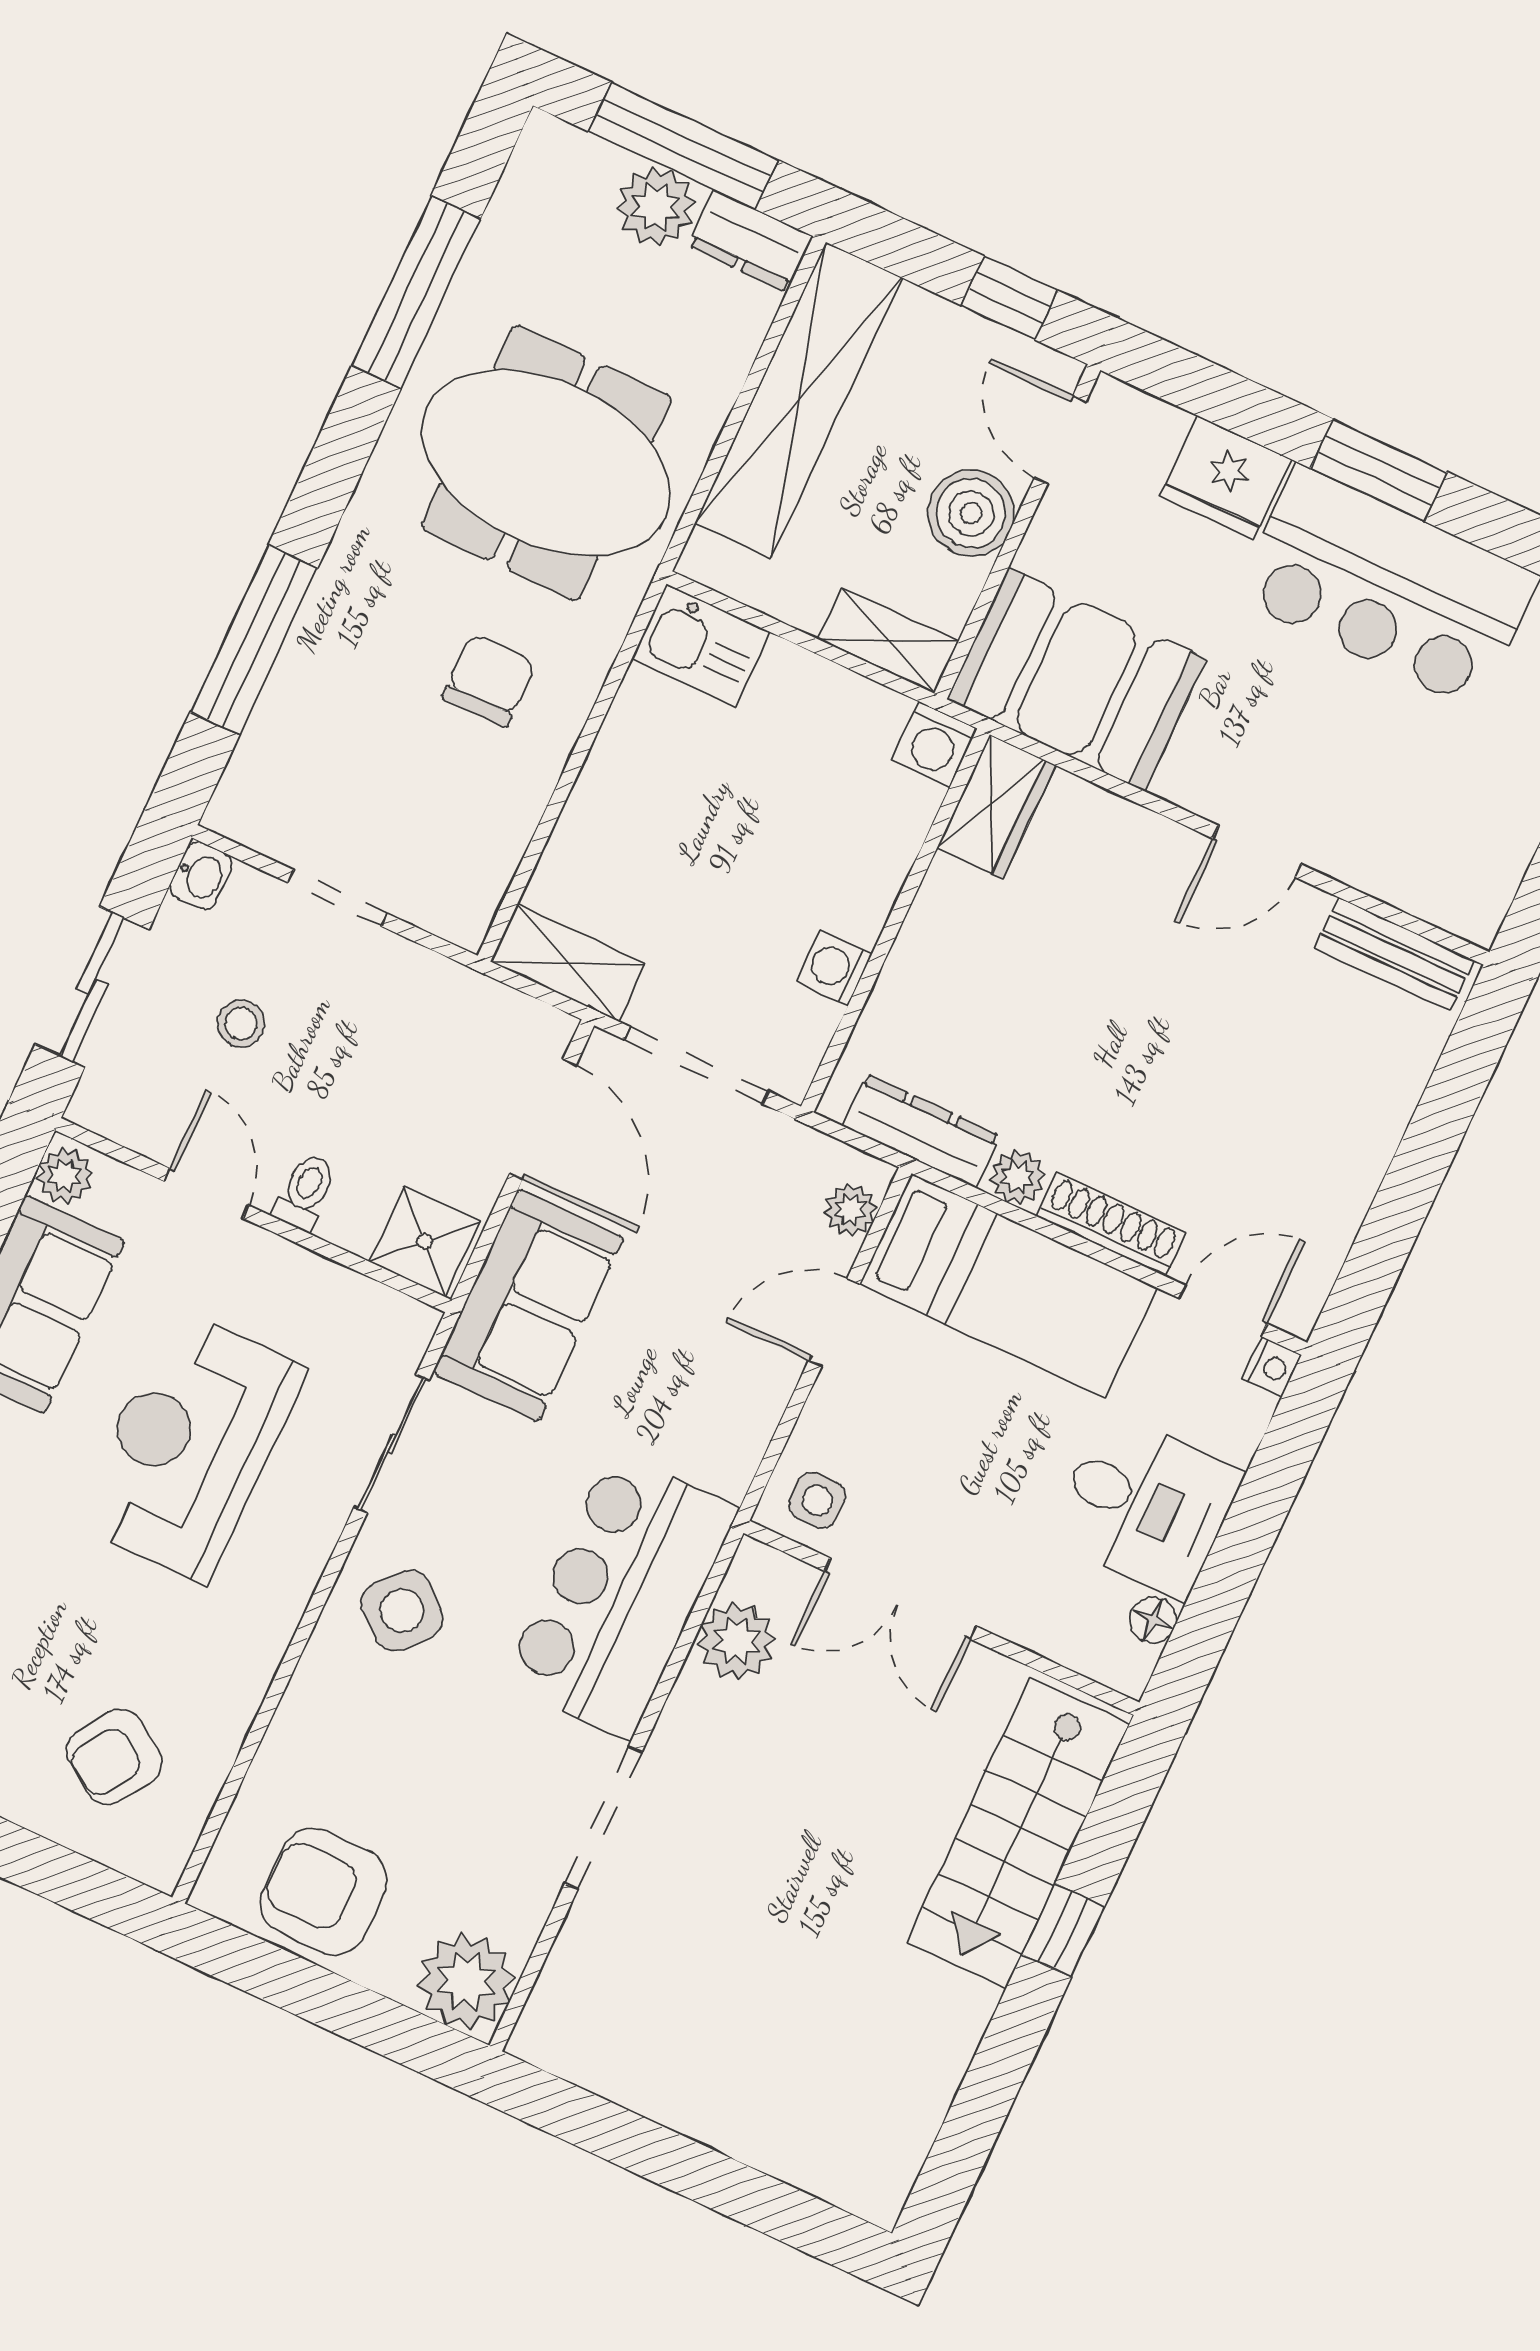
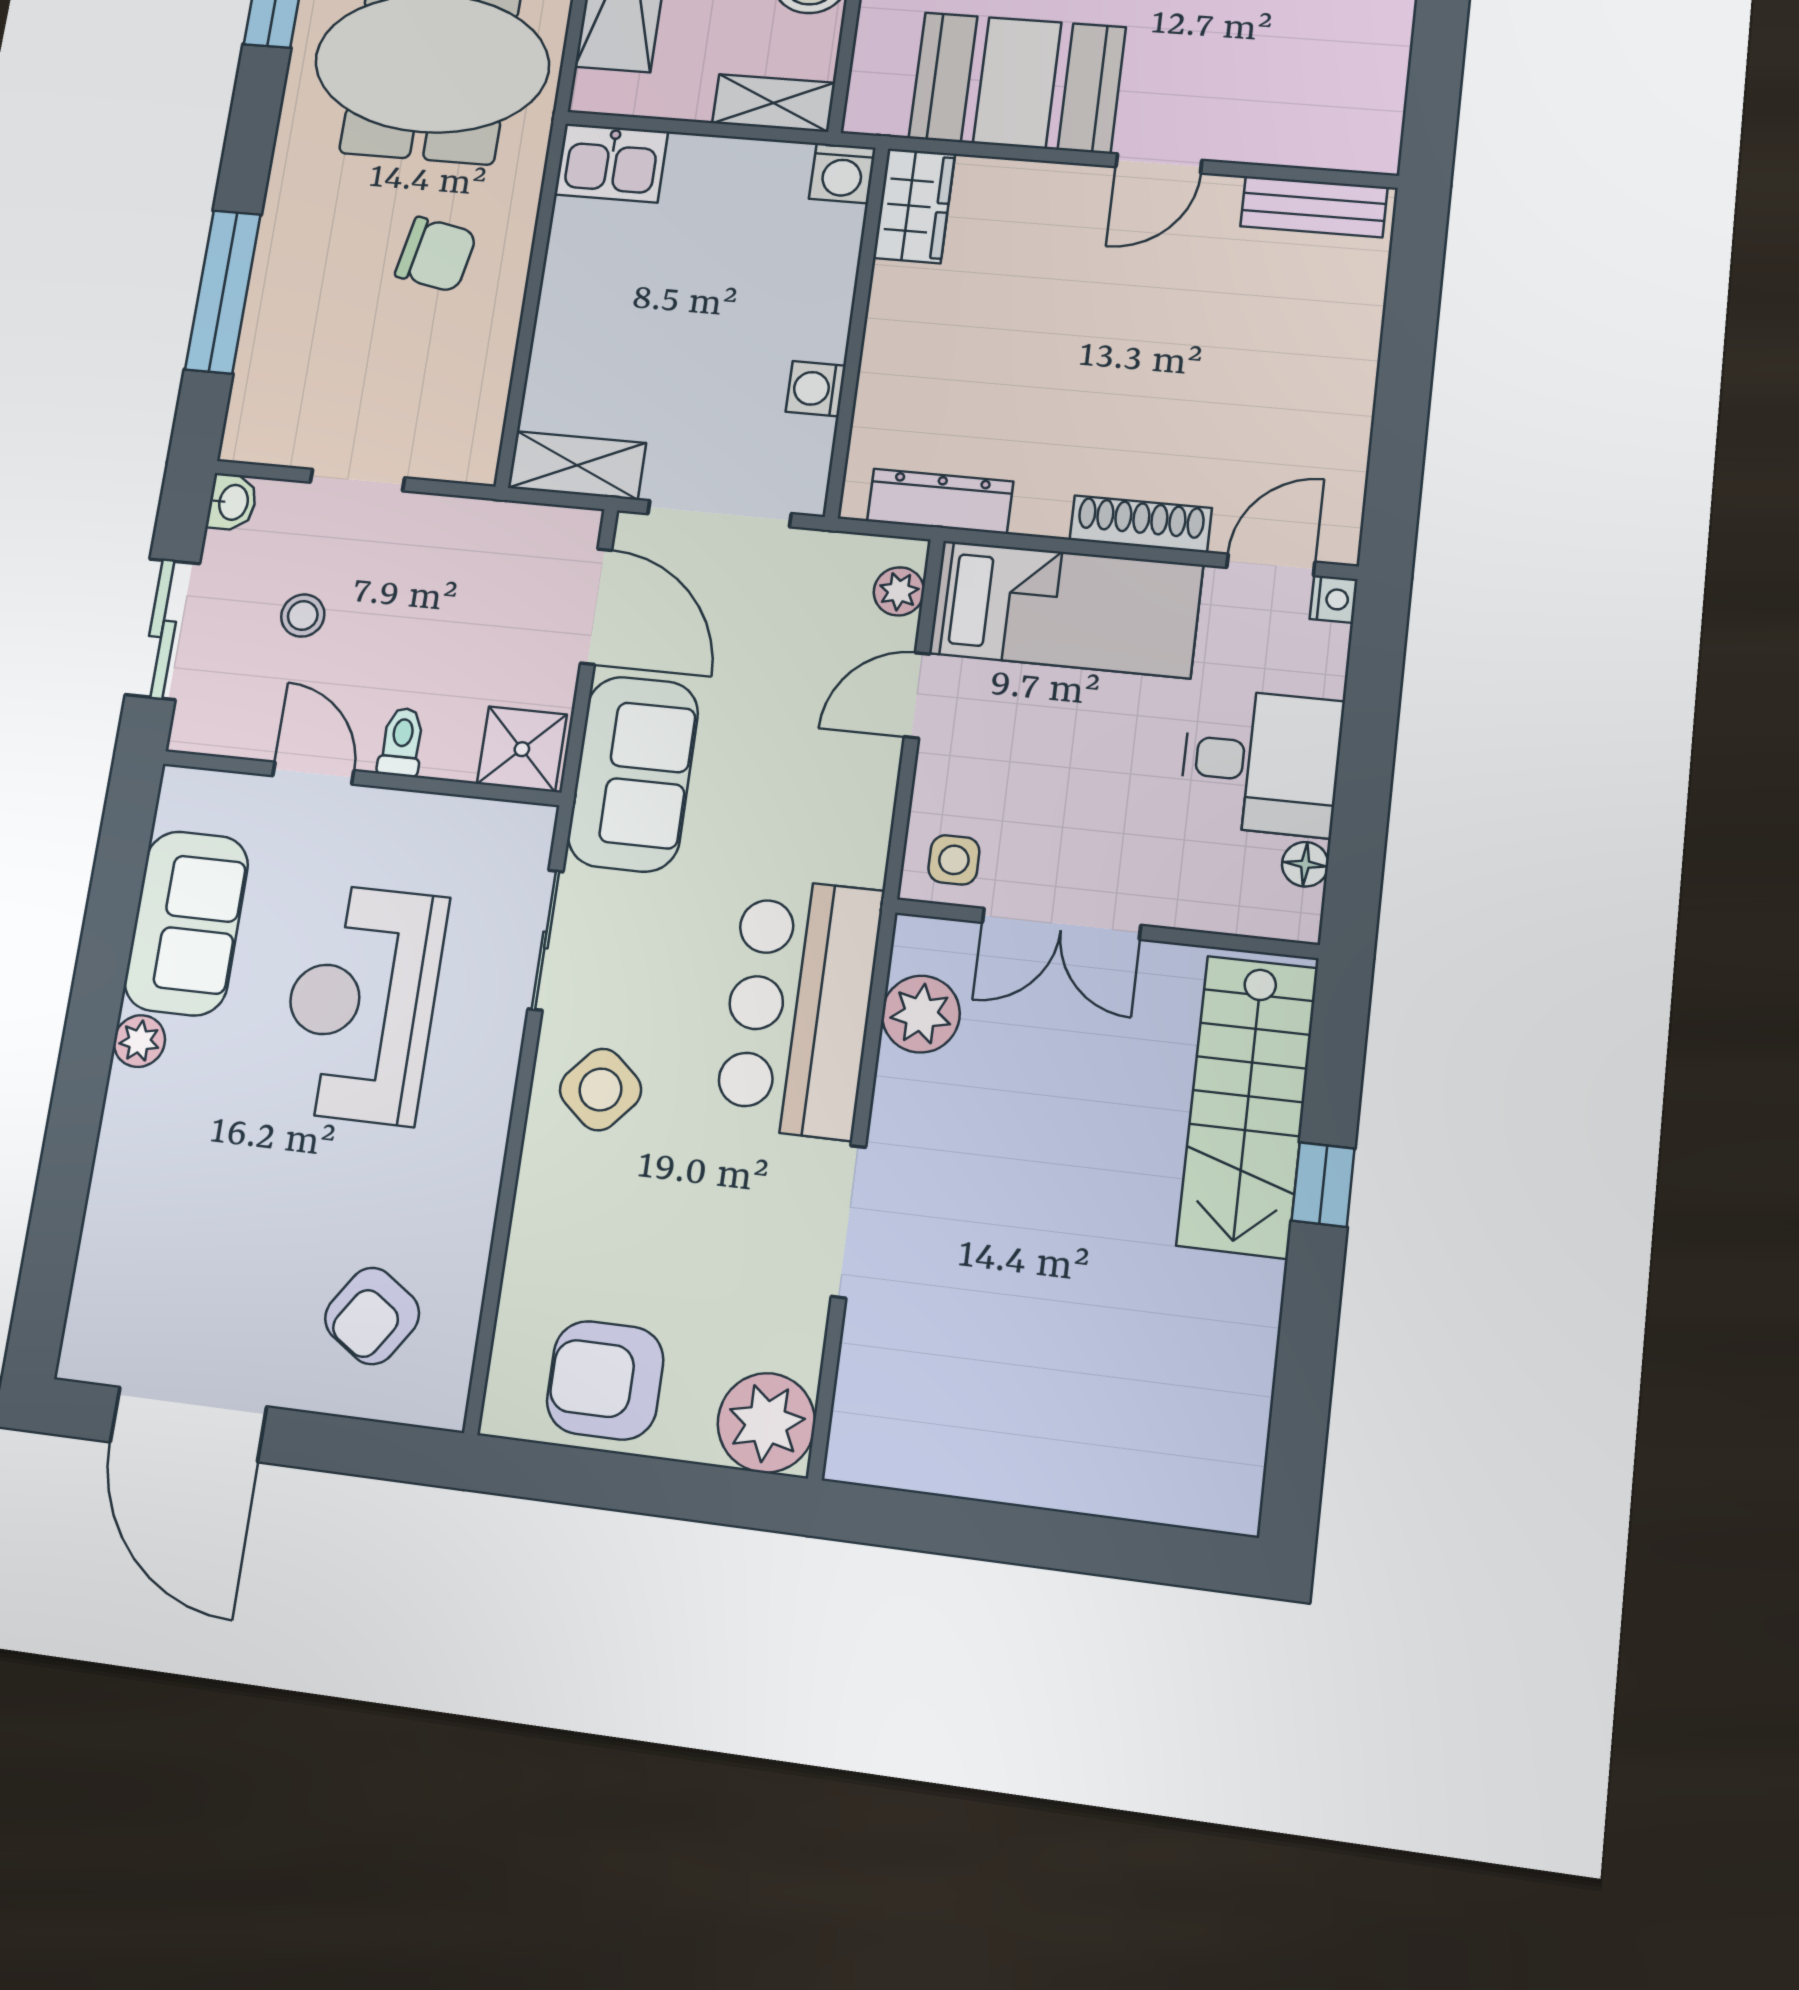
booth: (1076, 679) -> (1017, 83), moved
chair: (489, 680) -> (436, 254), turned 101
plant: (65, 1176) -> (182, 801), removed
plant: (1018, 1177) -> (1041, 512), removed

